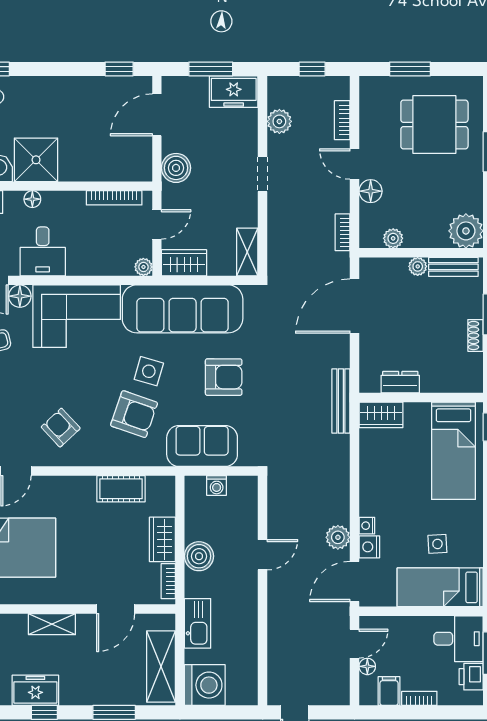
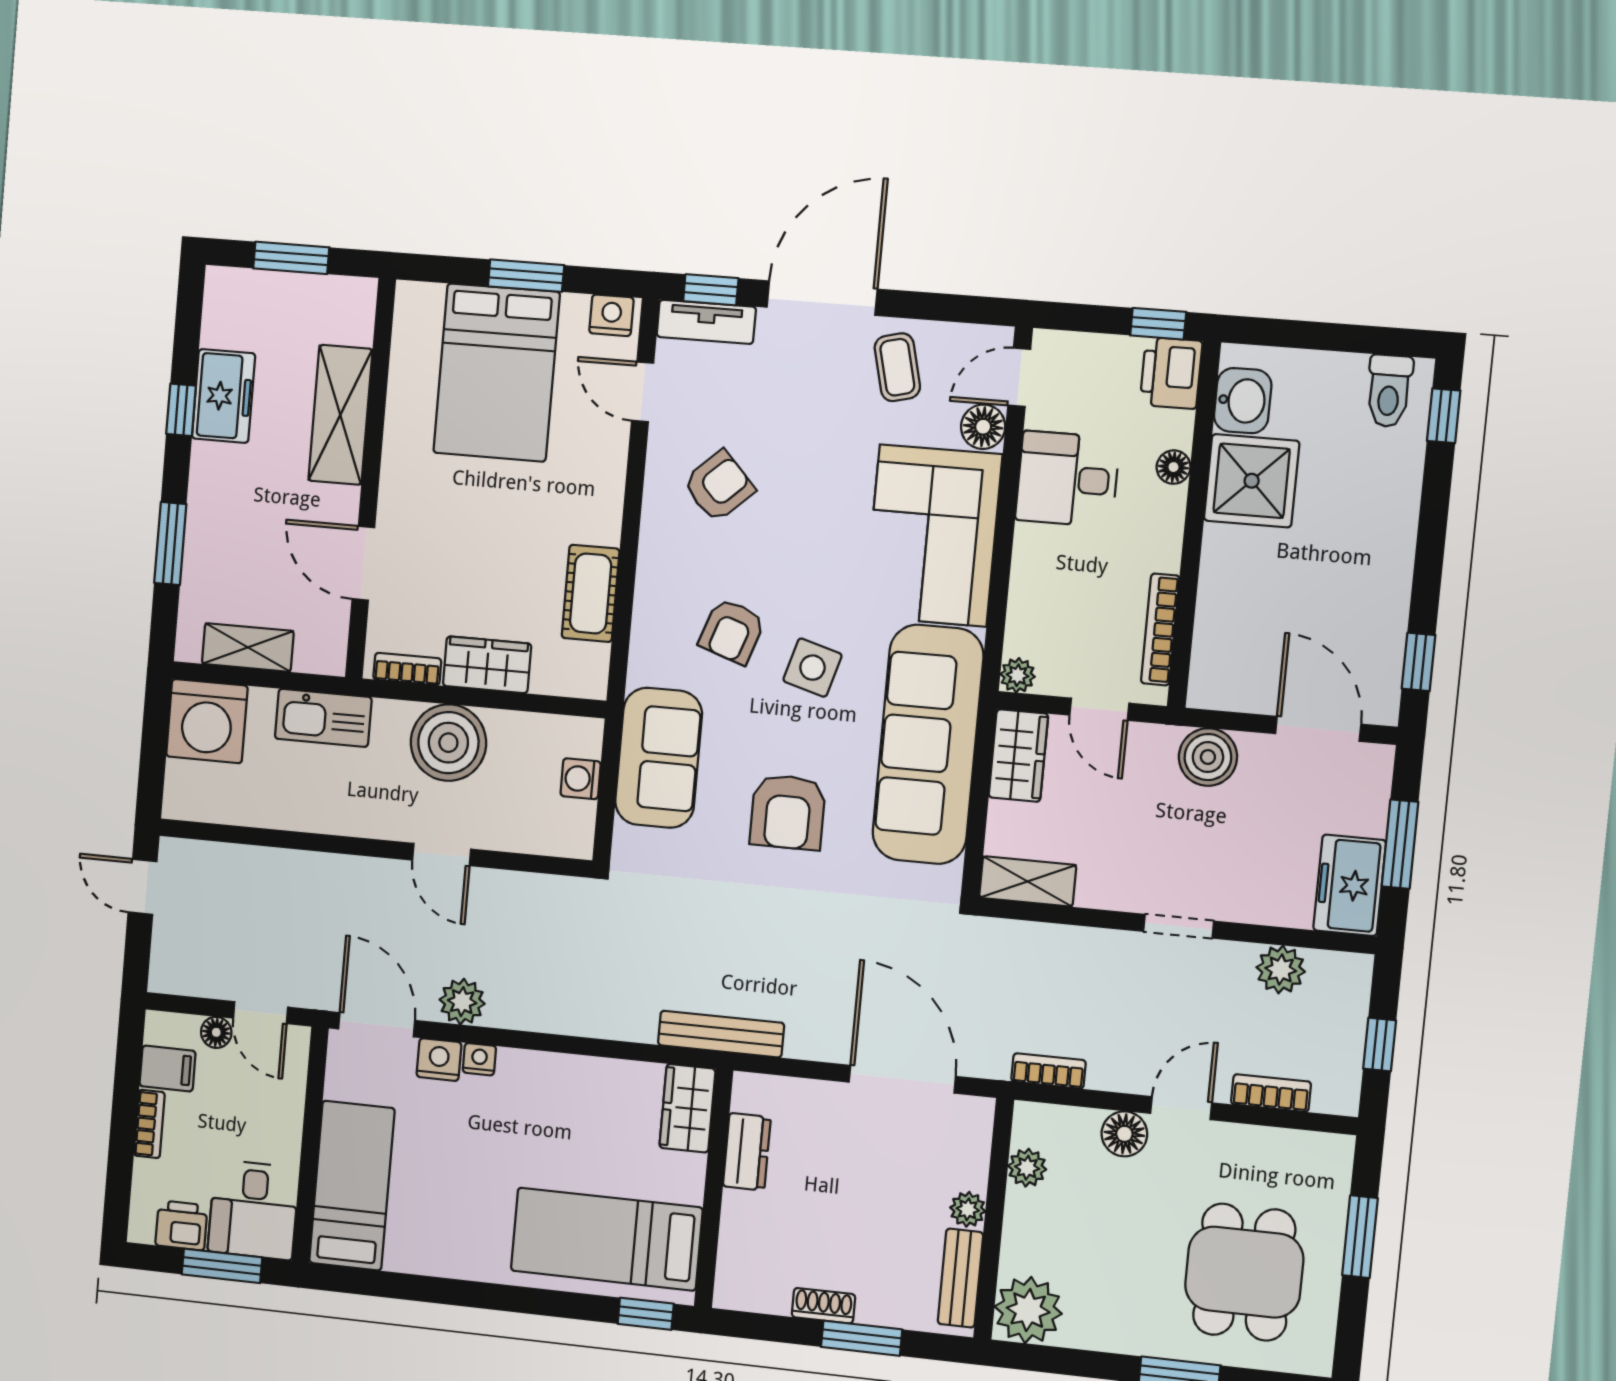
armchair: (134, 414) -> (732, 631), width x0.72, depth x0.72
side table: (437, 544) -> (433, 1189), removed
boiler: (199, 556) -> (448, 743), width x1.37, depth x1.37
shelving: (52, 624) -> (340, 415), width x1.50, depth x1.33
shelving: (161, 666) -> (248, 647), width x0.67, depth x0.75

